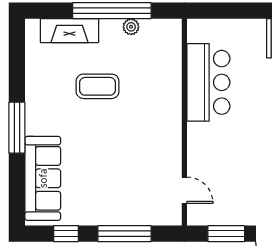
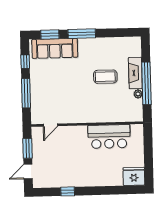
fireplace: (69, 31) -> (135, 73), moved
coffee table: (98, 86) -> (105, 77), turned 90
window: (17, 187) -> (50, 34), added

